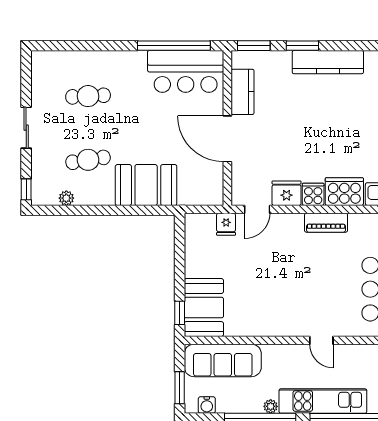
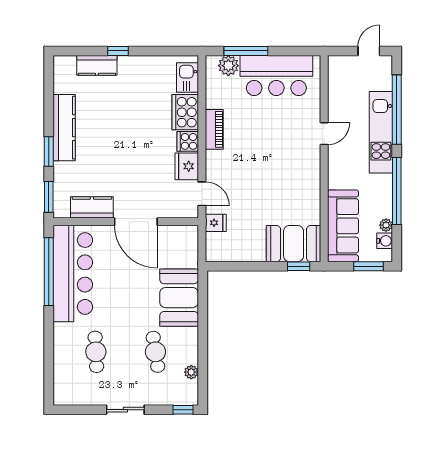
bar counter: (186, 71) -> (73, 273), width x1.36
door: (227, 139) -> (136, 222), hinge flipped
plant: (271, 406) -> (386, 225), moved

